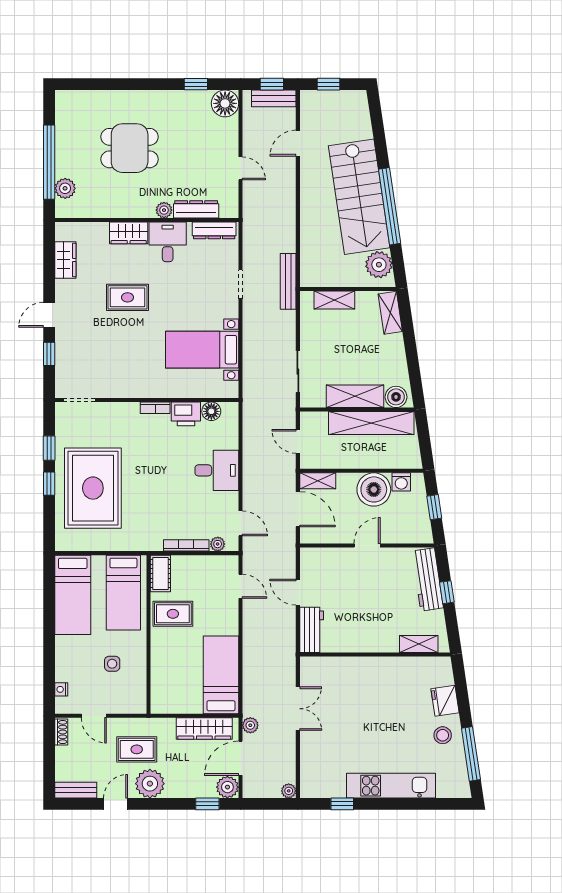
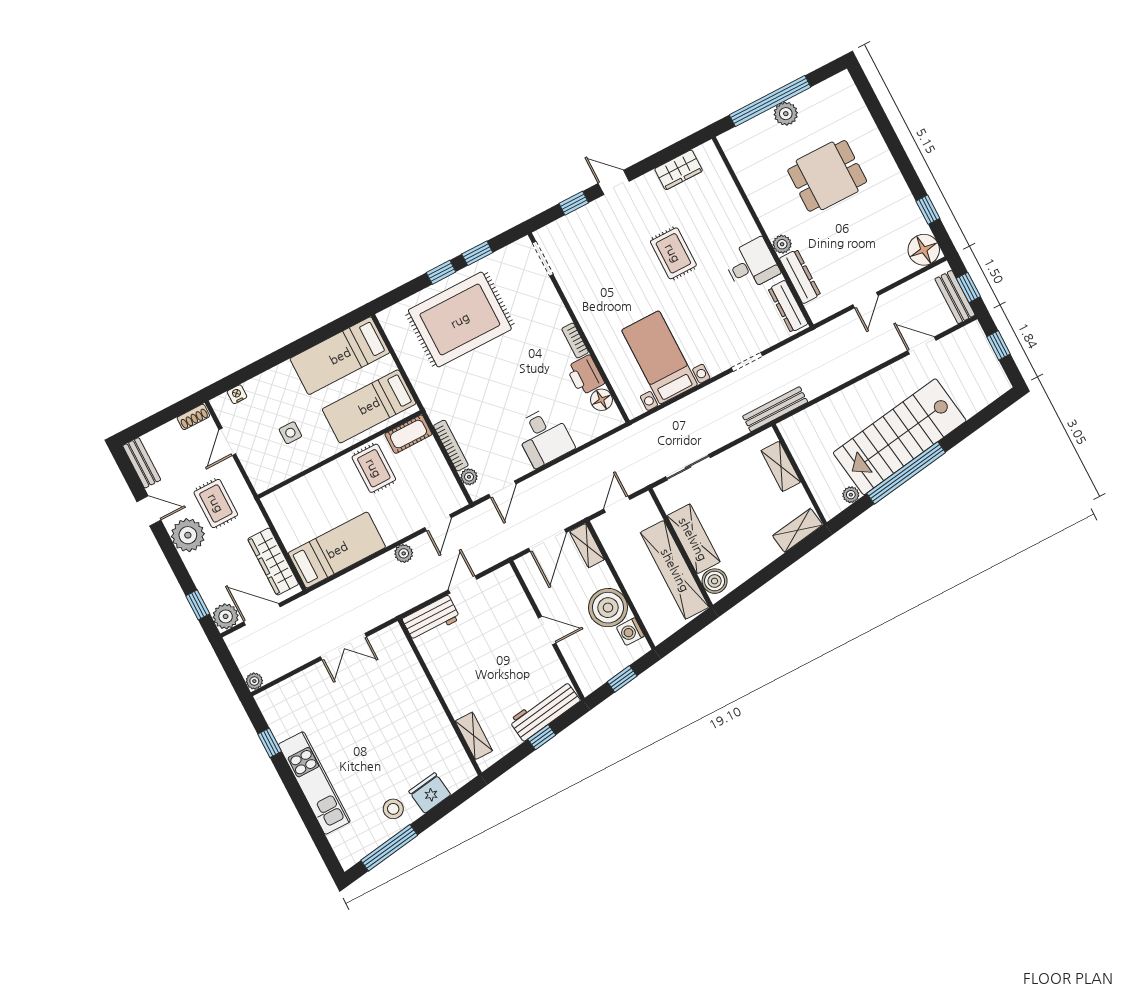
dining table: (130, 148) -> (827, 176), turned 90
plant: (65, 188) -> (786, 114), moved
wardrobe: (129, 233) -> (740, 220), removed
plant: (379, 265) -> (851, 495), width x0.53, depth x0.53
plant: (250, 725) -> (404, 553), moved

